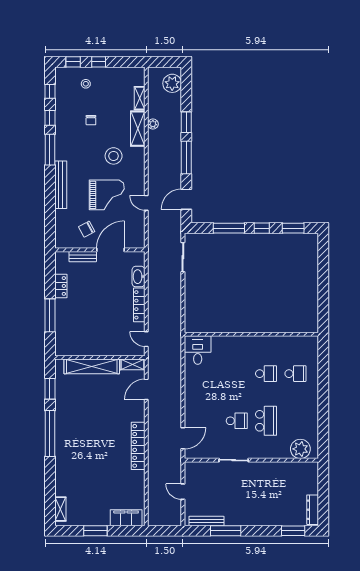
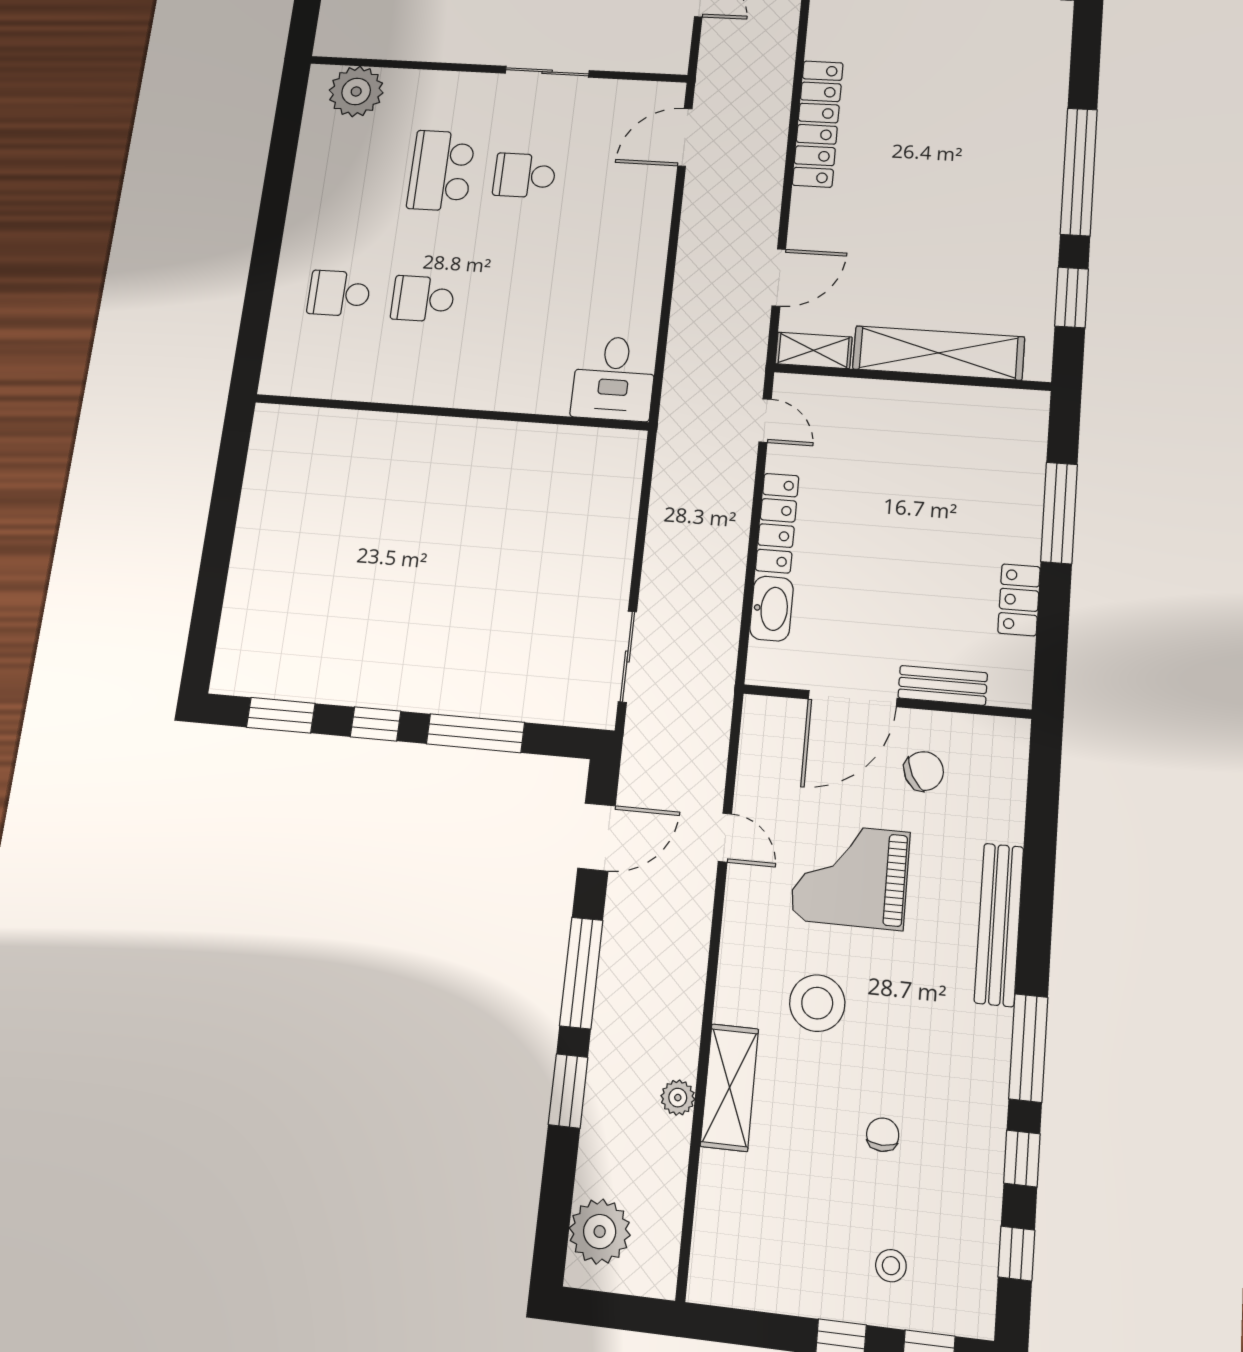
shelving: (140, 98) -> (713, 1193), removed

